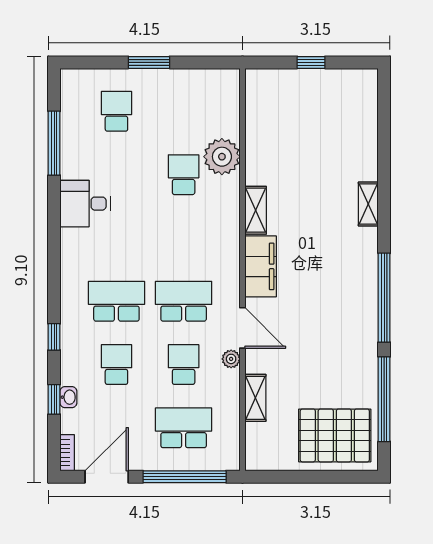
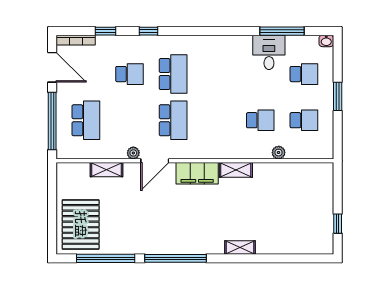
window: (311, 62) -> (338, 224), moved
plant: (222, 157) -> (279, 153), width x0.53, depth x0.53
desk: (85, 204) -> (269, 52), moved
school desk: (184, 365) -> (304, 120), moved
washbasin: (68, 397) -> (326, 41), moved
bookcase: (67, 453) -> (76, 40), width x1.56

